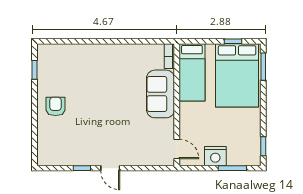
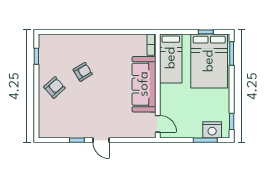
armchair: (89, 88) -> (83, 72), added
sofa: (160, 94) -> (144, 84), width x1.36
armchair: (56, 106) -> (54, 87), turned 48
nightstand: (215, 156) -> (212, 130), moved

